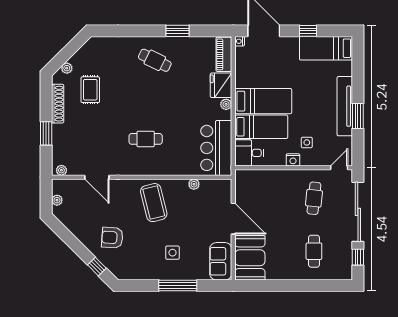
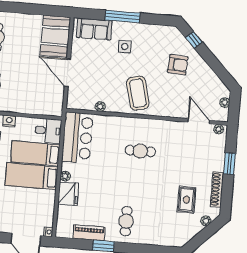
piano: (224, 54) -> (89, 233), moved, turned -90
cafe table: (155, 60) -> (126, 221), turned 64
door: (97, 177) -> (199, 121), moved
sofa: (221, 261) -> (94, 29), moved, turned 90

